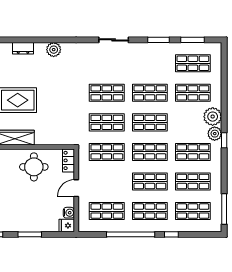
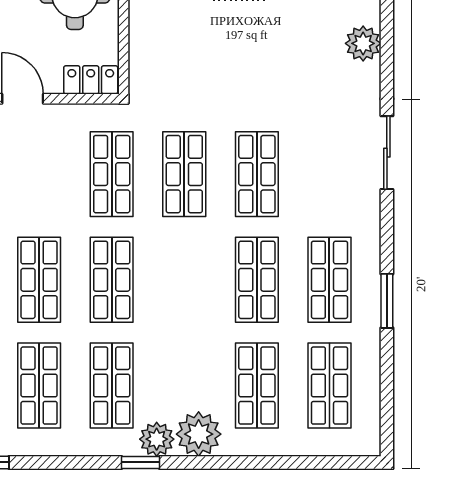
sliding door: (114, 40) -> (387, 153), moved
window: (192, 40) -> (387, 384), removed
shop shelf: (150, 122) -> (329, 280), moved

